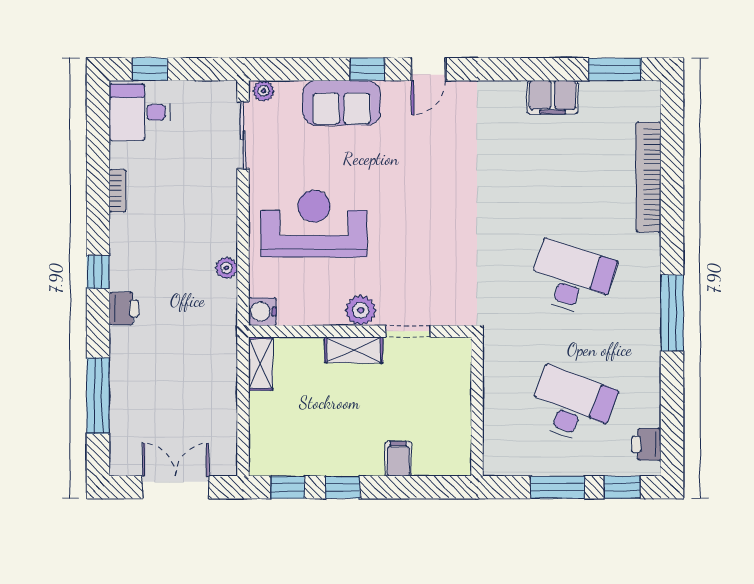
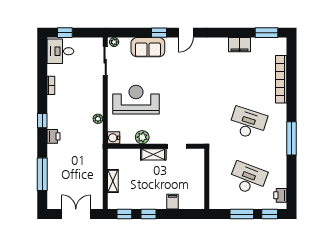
plant: (361, 310) -> (142, 137), moved
shelving: (261, 364) -> (113, 181), moved

